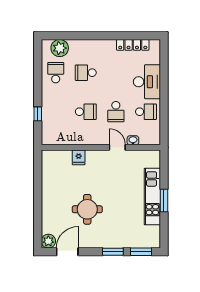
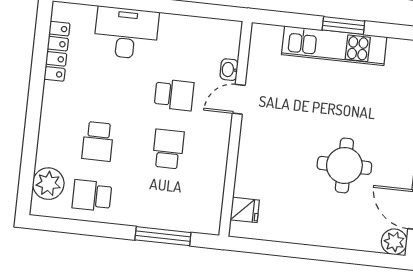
school desk: (146, 112) -> (180, 41), removed
window: (38, 114) -> (163, 236), width x2.17
fridge: (79, 157) -> (245, 210), moved

